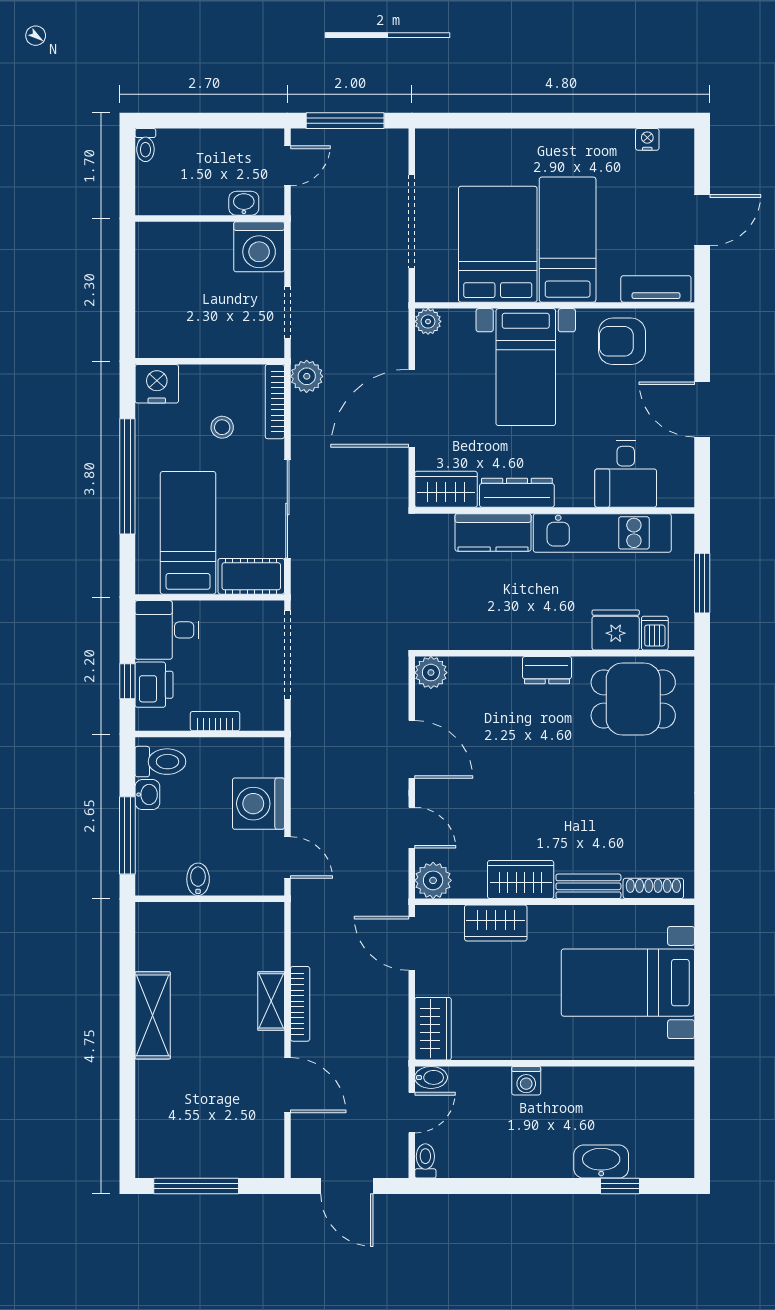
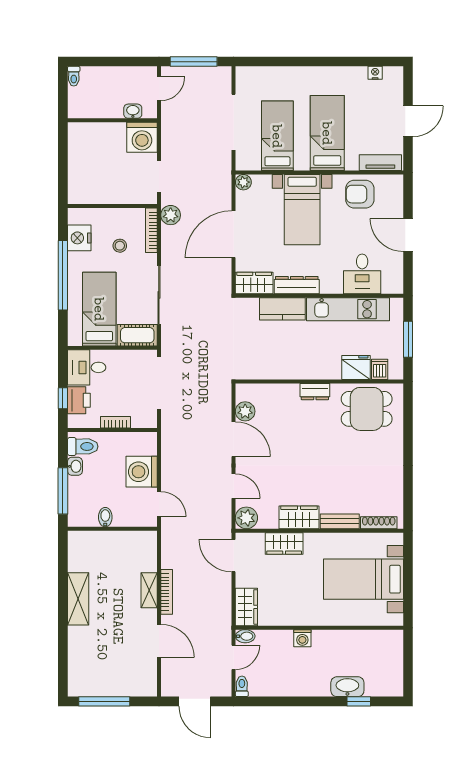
bed: (498, 244) -> (277, 136), width x0.67
nightstand: (157, 384) -> (79, 238), moved, turned -90
plant: (431, 673) -> (245, 411), moved

